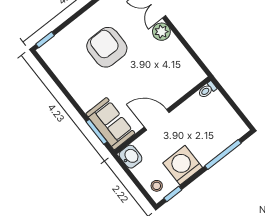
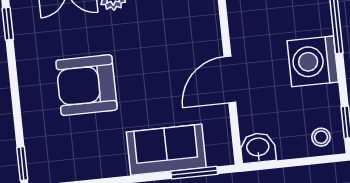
sofa: (110, 124) -> (166, 150), moved
washing machine: (183, 165) -> (313, 61), moved

